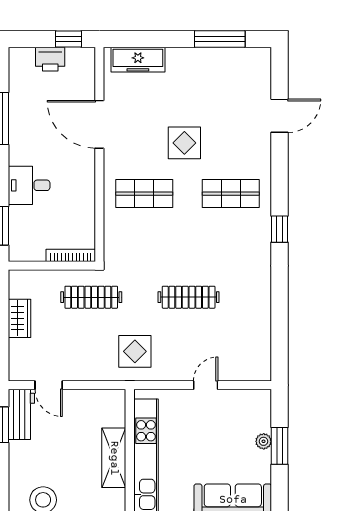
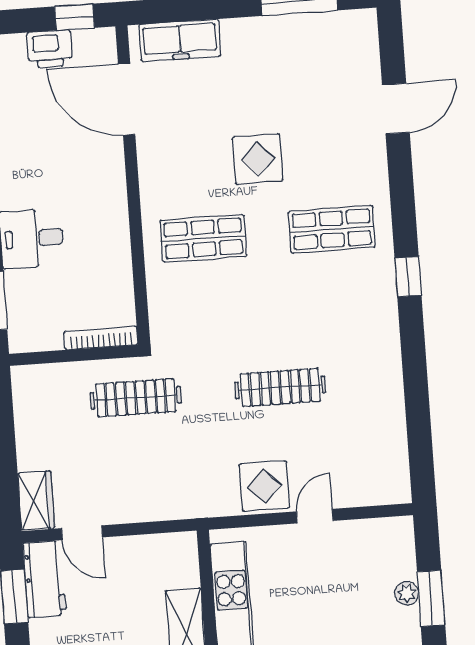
door: (99, 124) -> (127, 99), moved
wardrobe: (19, 318) -> (36, 501), moved
display table: (135, 351) -> (264, 486), moved

